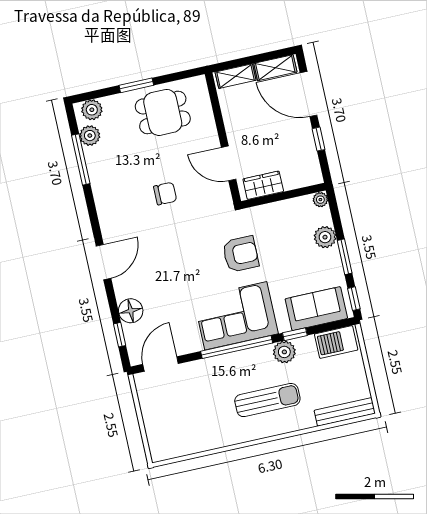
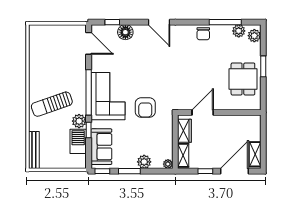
shelving: (236, 76) -> (183, 155), moved
chair: (165, 194) -> (203, 34), moved
barbecue: (336, 342) -> (78, 141), moved
sun lounger: (267, 400) -> (52, 104), turned 71

